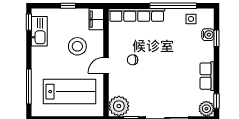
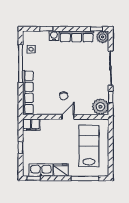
water cooler: (208, 35) -> (54, 36), moved
stool: (77, 46) -> (53, 140), removed
fridge: (39, 56) -> (61, 170), added
door: (106, 65) -> (68, 117), swing flipped
row of seats: (207, 76) -> (77, 36), width x1.48

